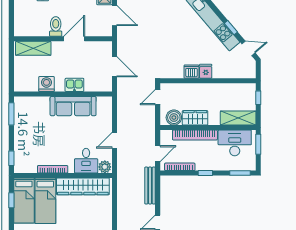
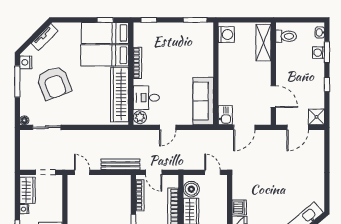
toilet: (56, 27) -> (286, 36), moved
door: (74, 39) -> (273, 97), moved
washing machine: (46, 84) -> (226, 35), moved
kitchen sink: (74, 85) -> (225, 115), moved
sofa: (73, 106) -> (203, 101), moved
door: (114, 140) -> (168, 127), swing flipped

